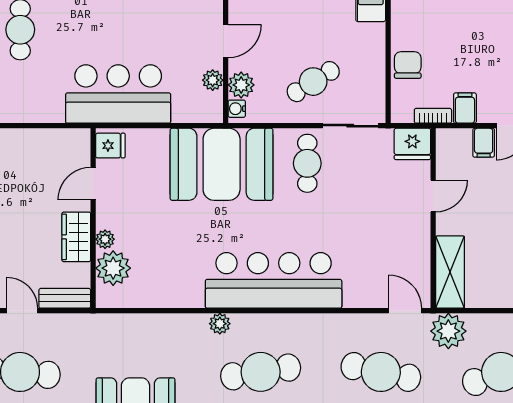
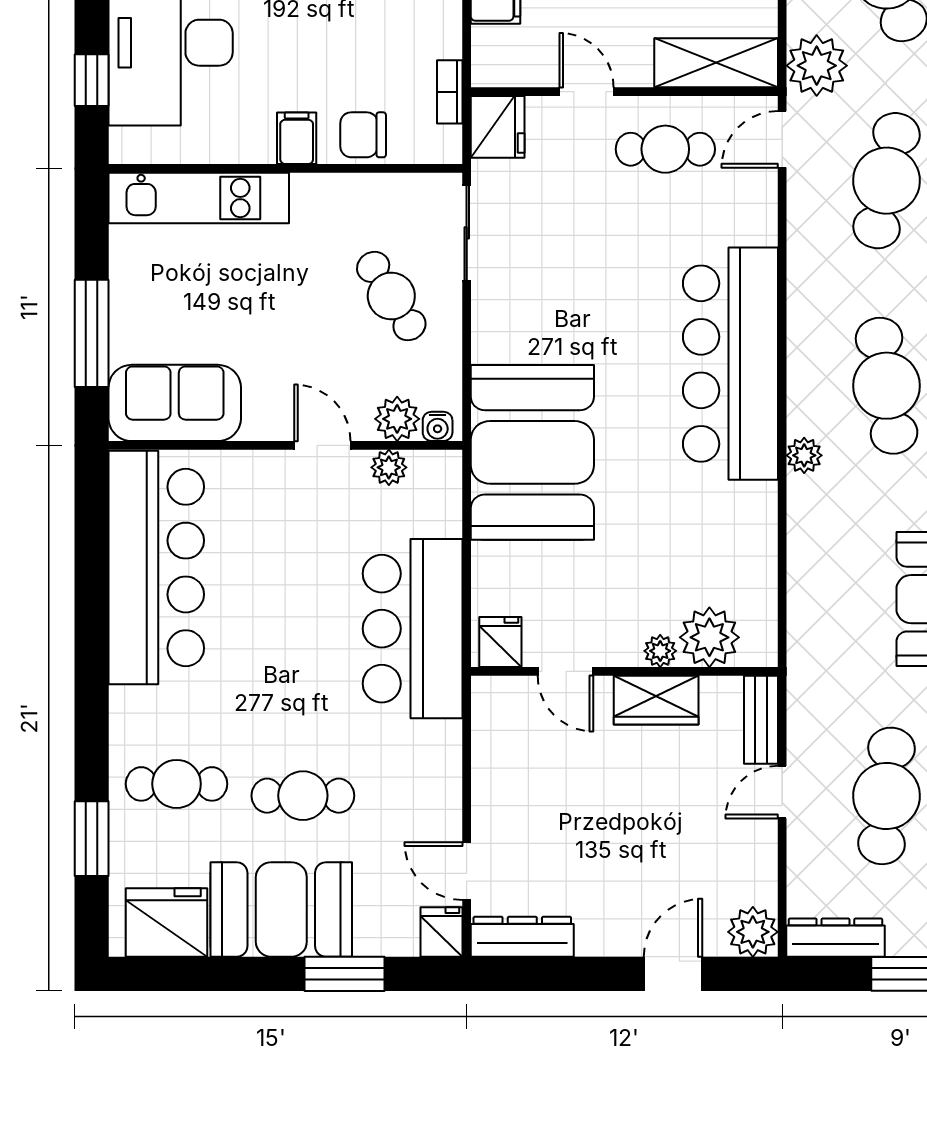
filing cabinet: (465, 108) -> (297, 138), moved, turned 90
cafe table: (307, 163) -> (665, 149), moved

